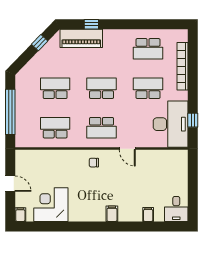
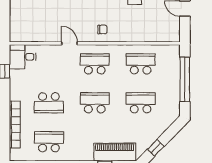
school desk: (55, 88) -> (141, 103), turned 180
school desk: (102, 88) -> (95, 103), turned 180
desk: (171, 124) -> (23, 57), width x0.53, depth x0.77
school desk: (55, 128) -> (141, 64), turned 180

